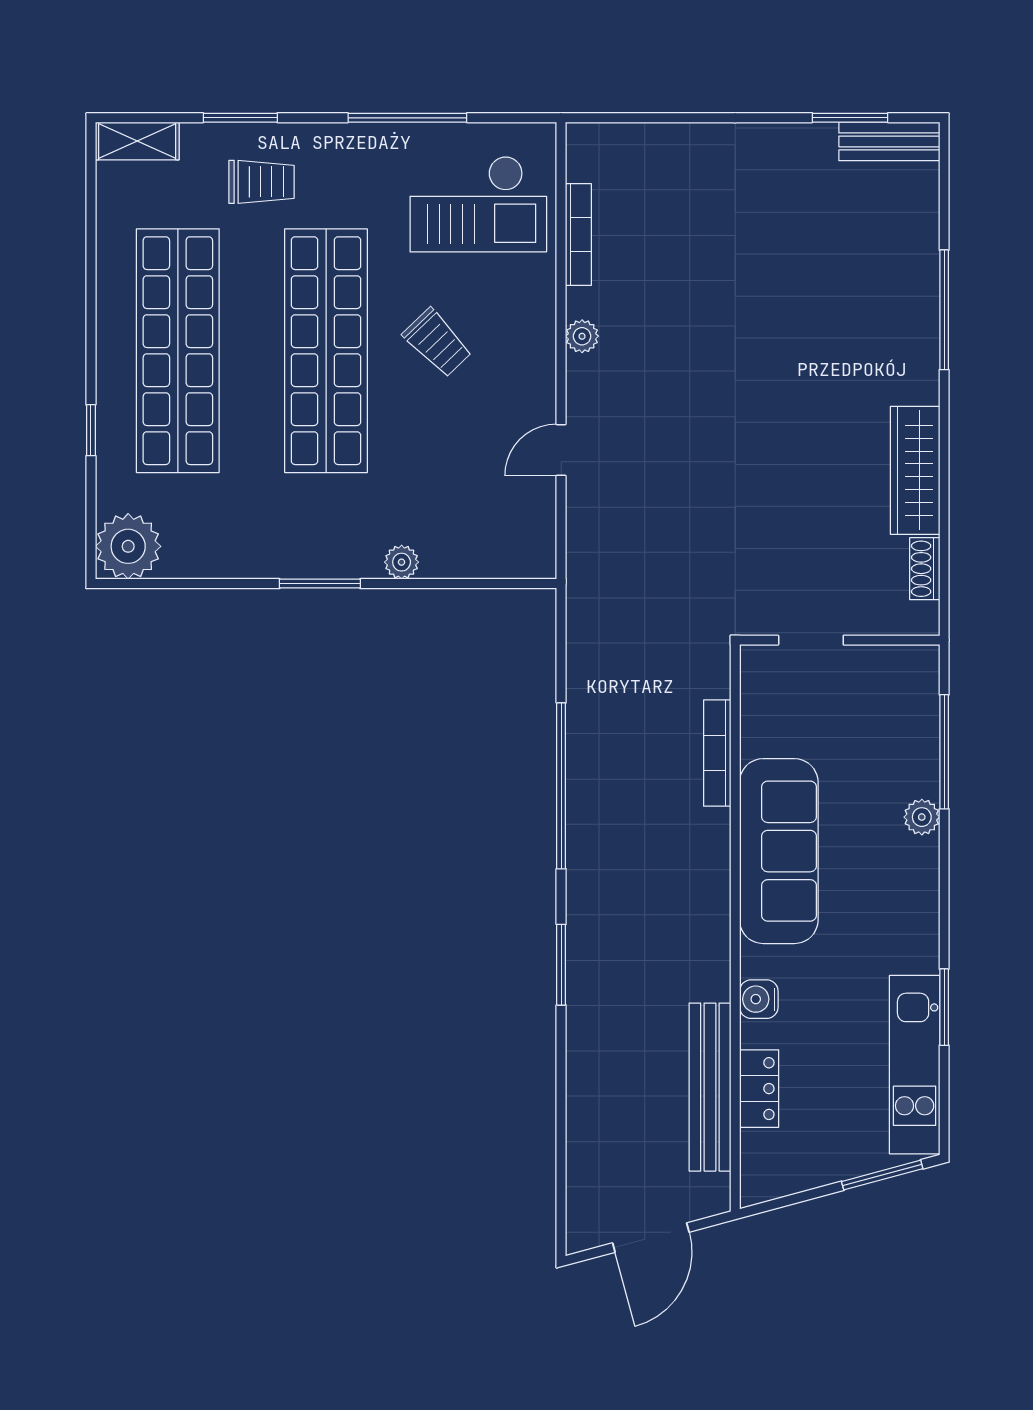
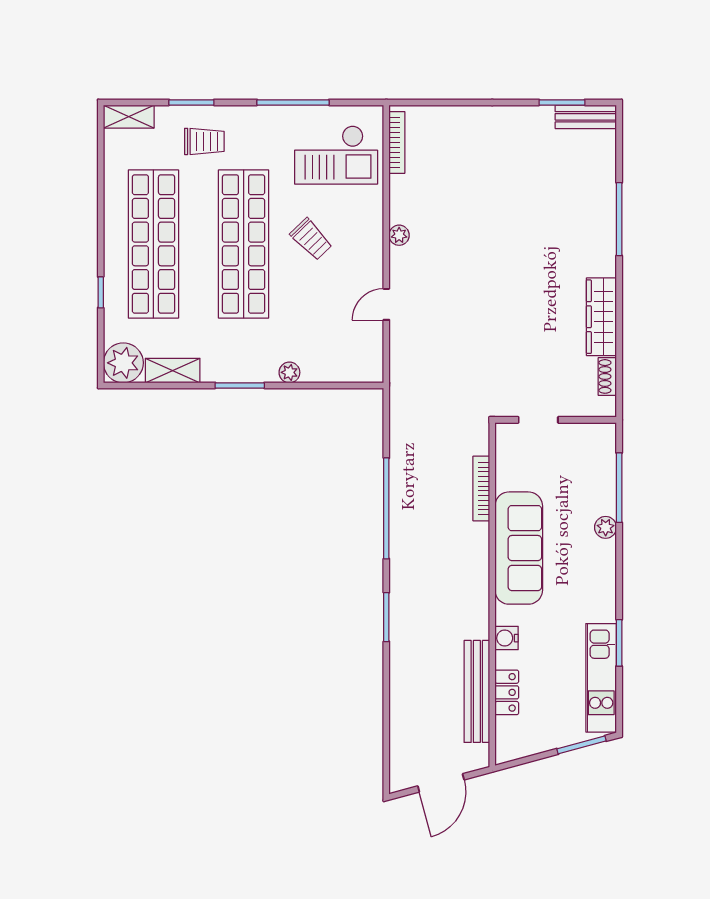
bookcase: (578, 234) -> (397, 142), moved
shelving: (209, 559) -> (173, 371), added

